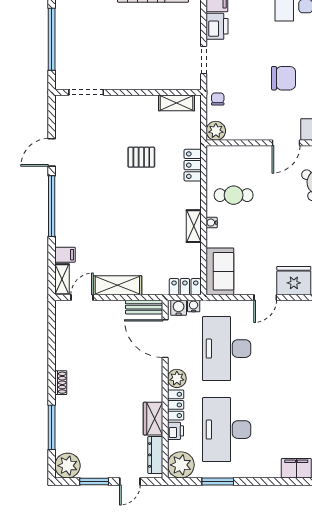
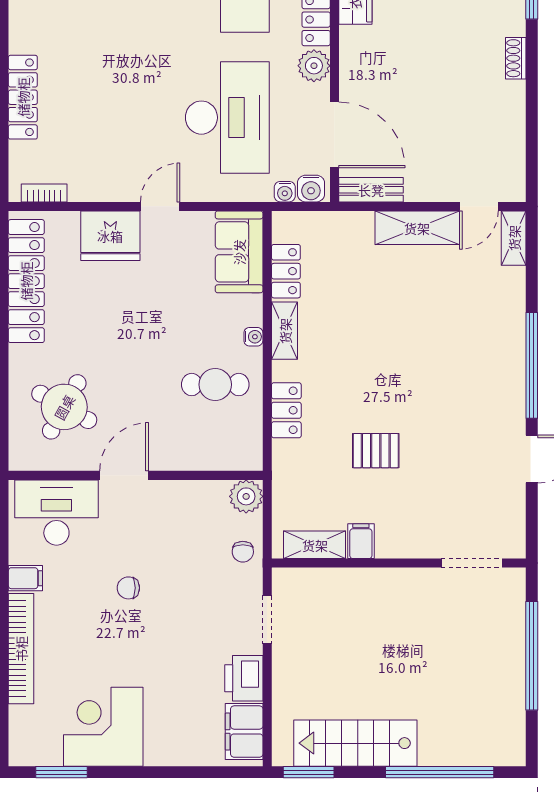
chair: (284, 78) -> (128, 588), width x0.54, depth x0.54
locker: (193, 165) -> (286, 410), moved
filing cabinet: (65, 255) -> (361, 541), moved, turned 90
locker: (185, 287) -> (286, 271), moved, turned -90

